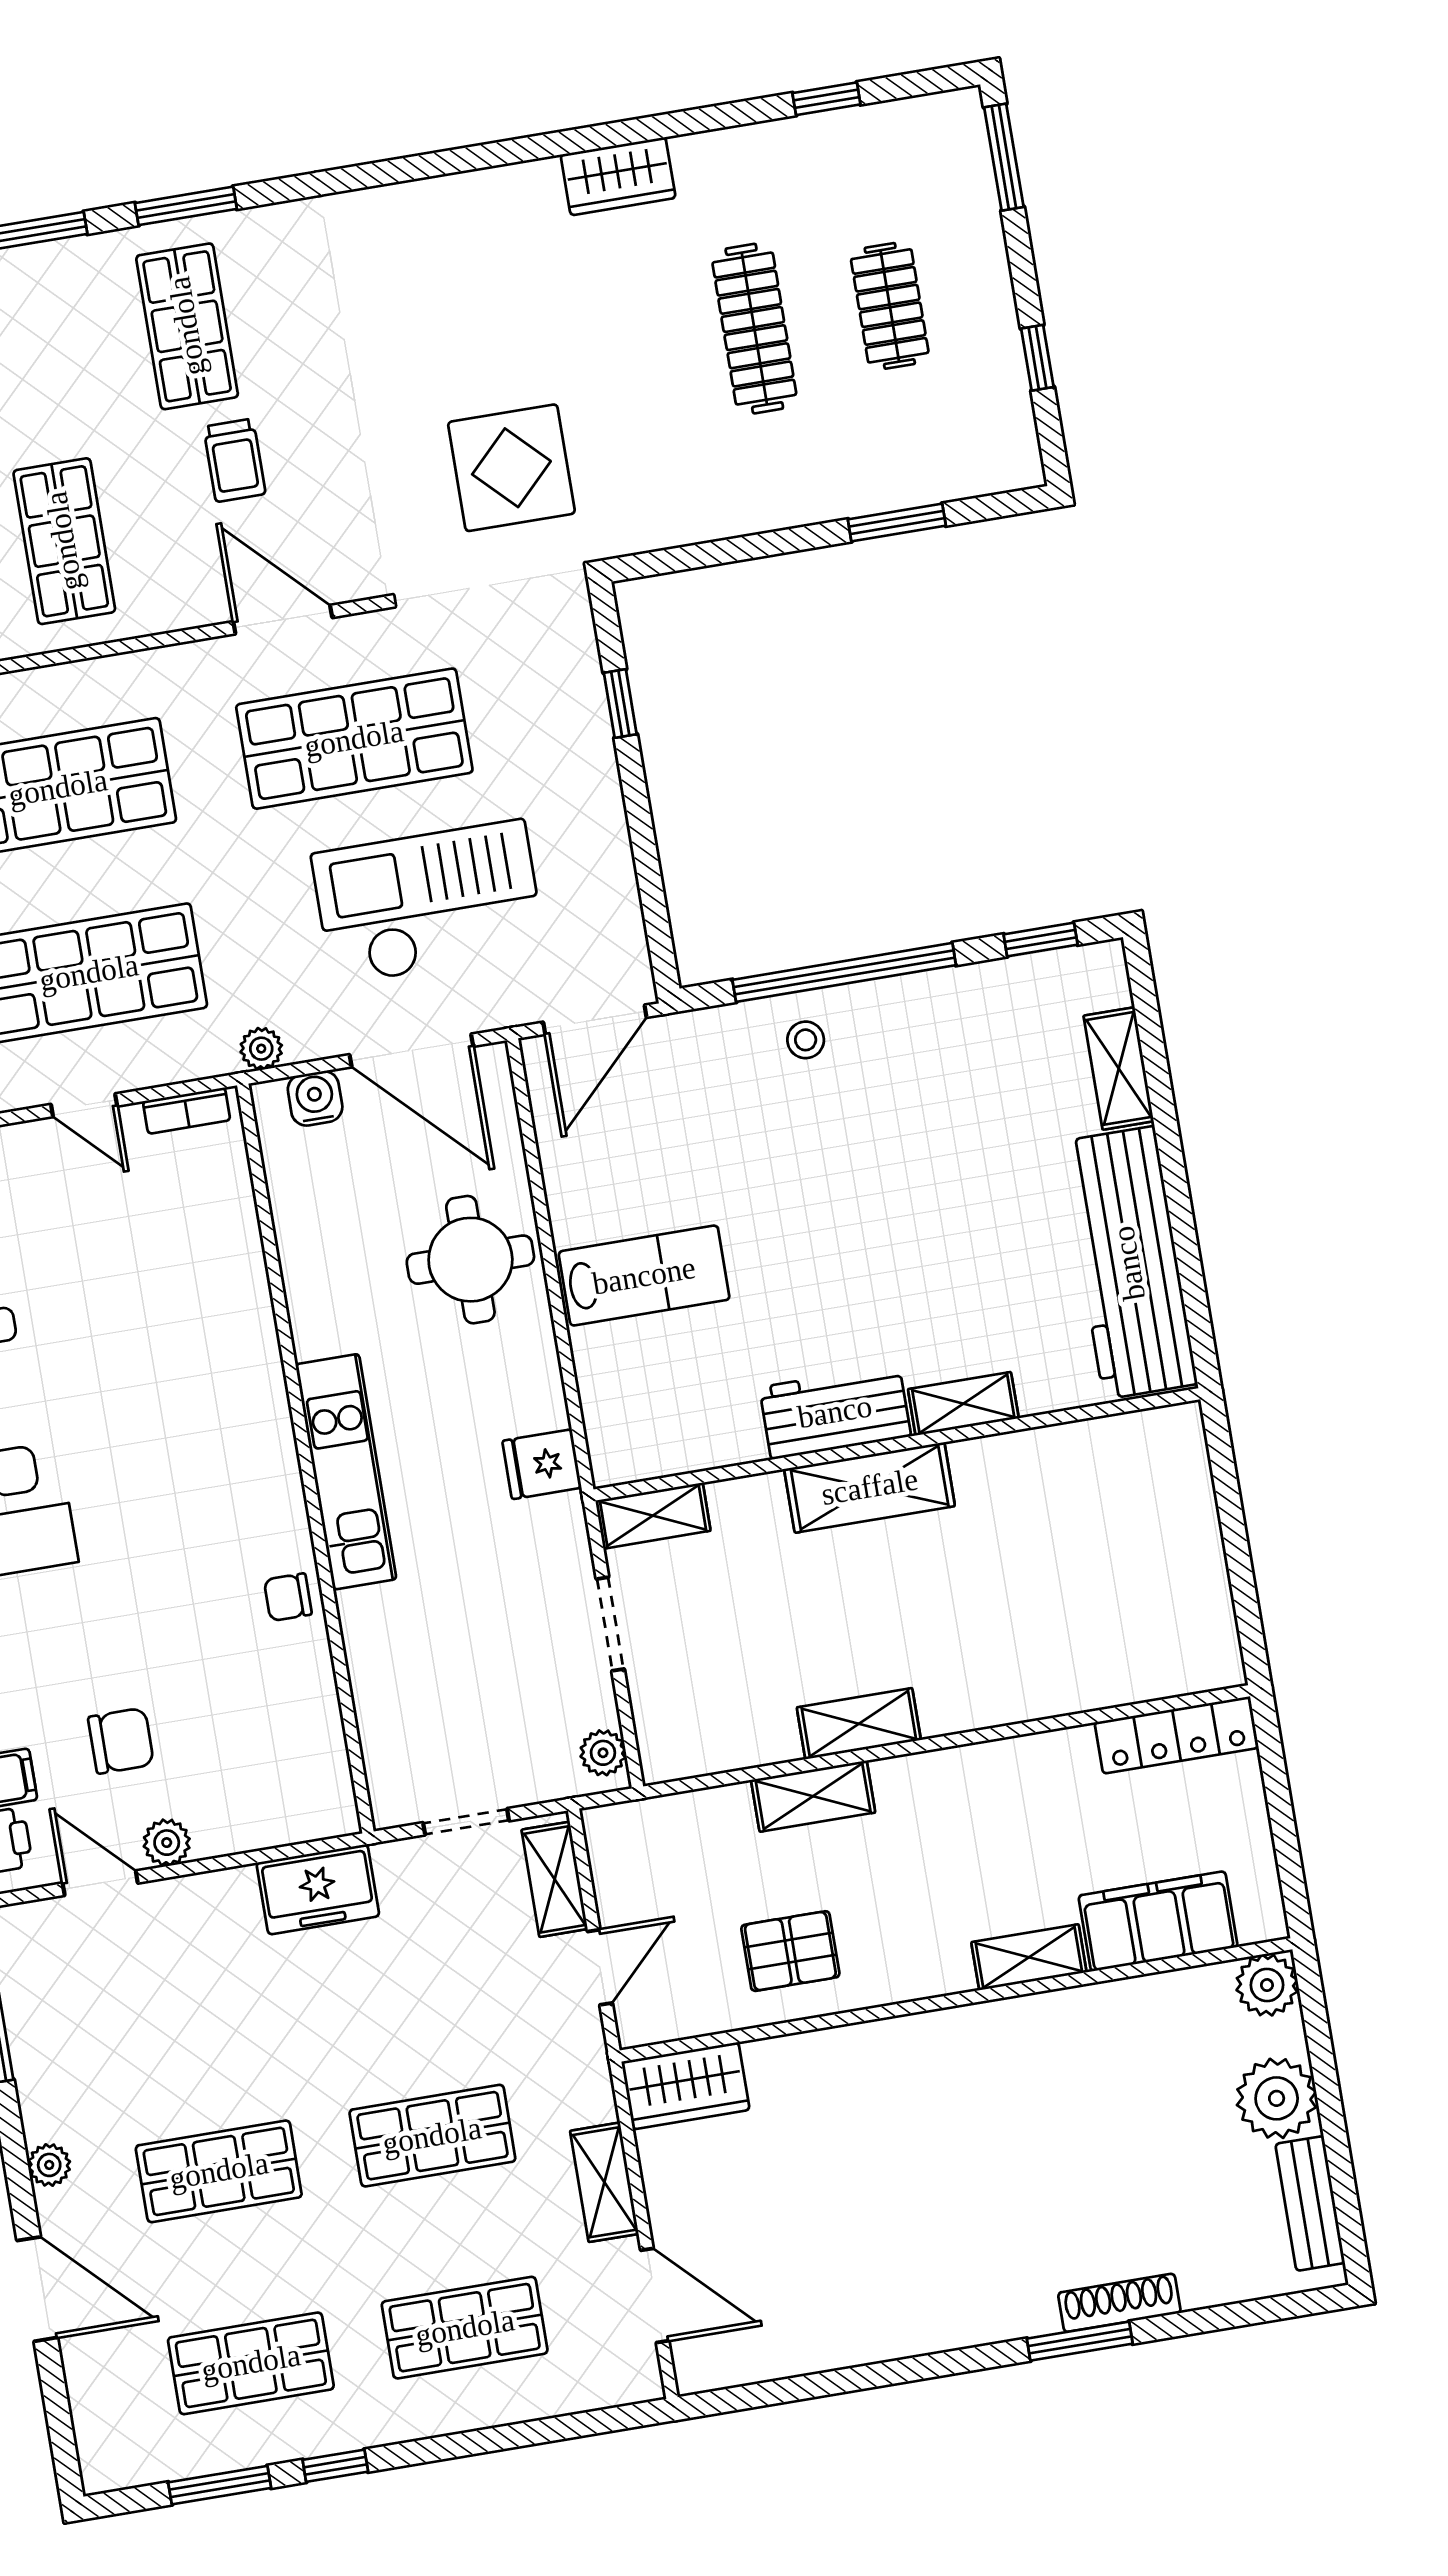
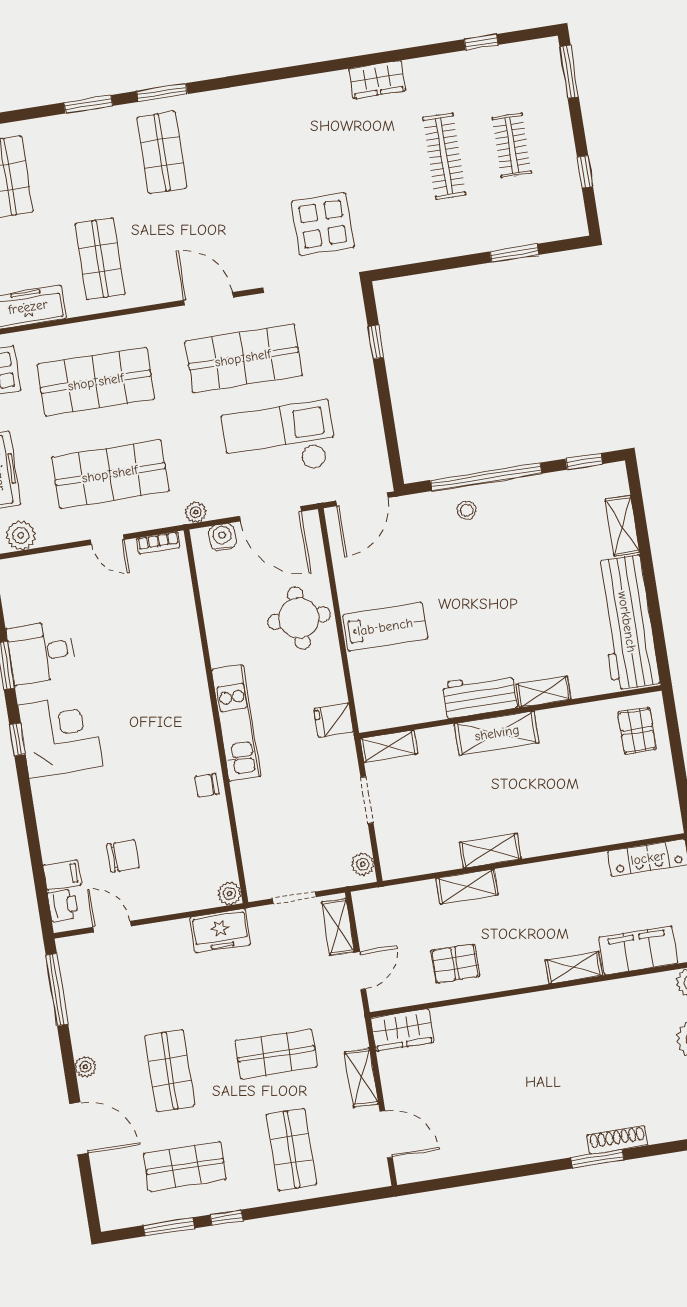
trolley: (234, 460) -> (185, 219), removed
pallet: (1152, 1480) -> (637, 731), added
plant: (167, 1843) -> (229, 893), moved
shop shelf: (219, 2171) -> (170, 1071), turned 90
shop shelf: (465, 2328) -> (291, 1149), turned 90

